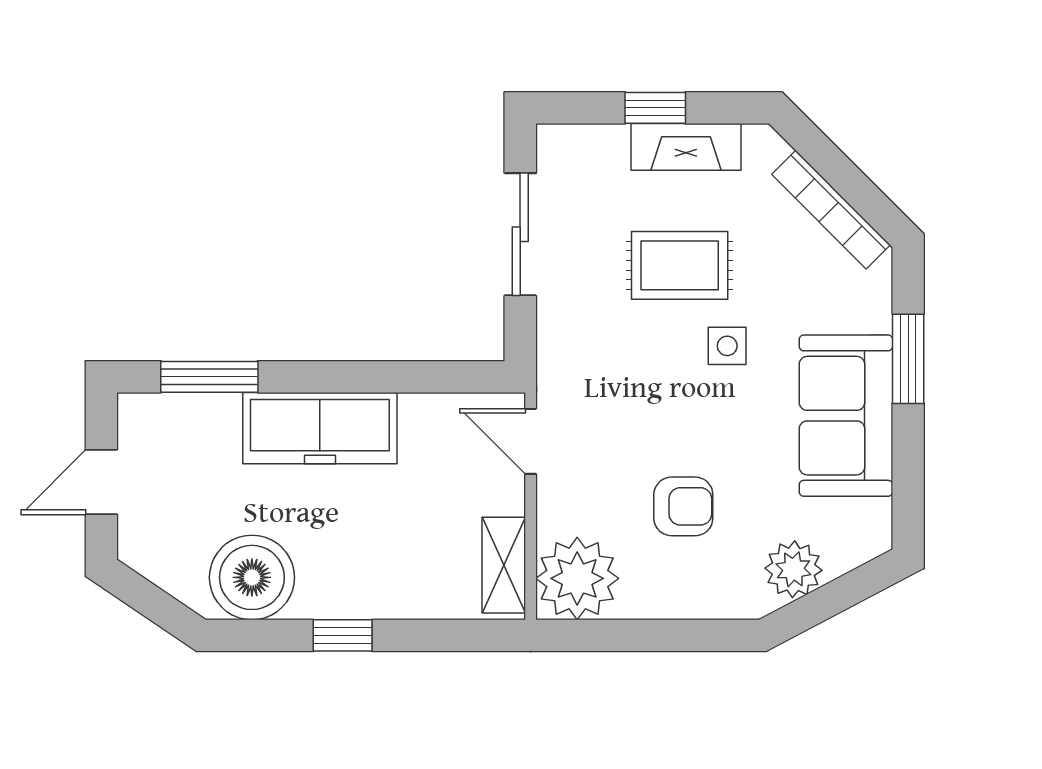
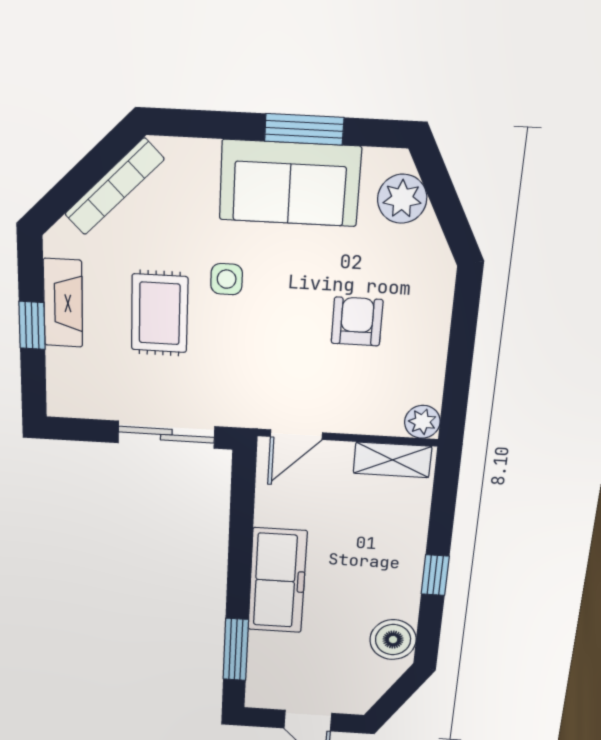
sliding door: (520, 234) -> (166, 435), moved
window: (908, 359) -> (304, 129), moved
plant: (793, 569) -> (402, 199), moved
boiler: (252, 577) -> (393, 640), width x0.73, depth x0.73
plant: (577, 578) -> (422, 422), width x0.53, depth x0.53

